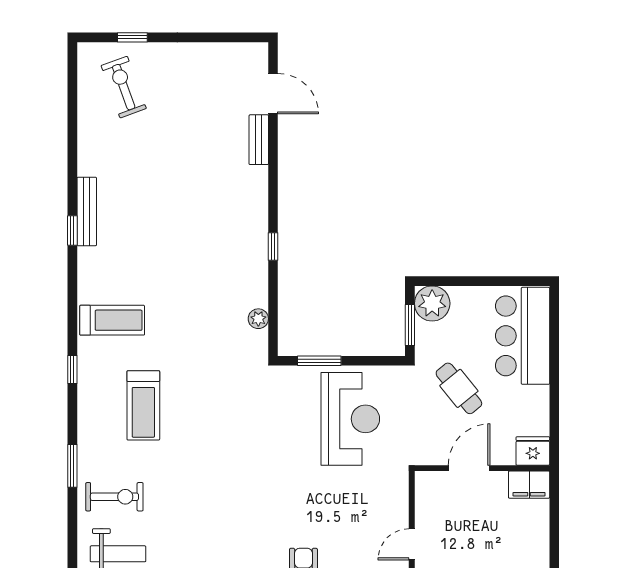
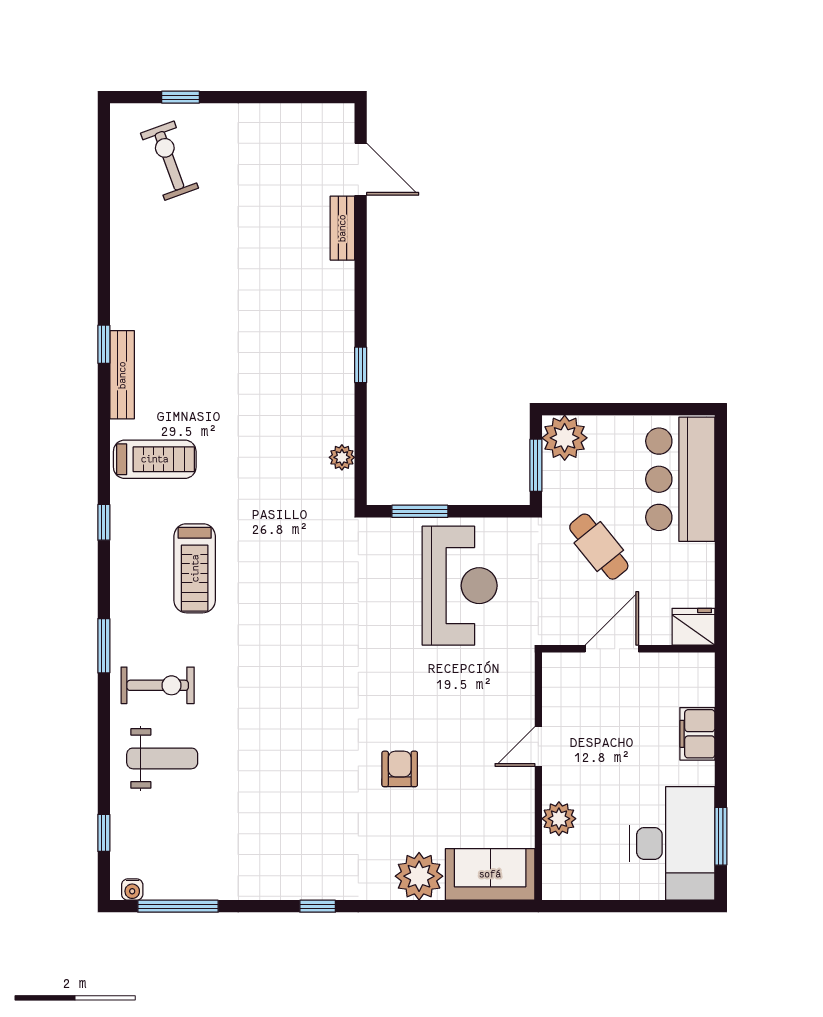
bench: (87, 211) -> (122, 375), moved
filing cabinet: (529, 485) -> (697, 734), moved, turned 90

